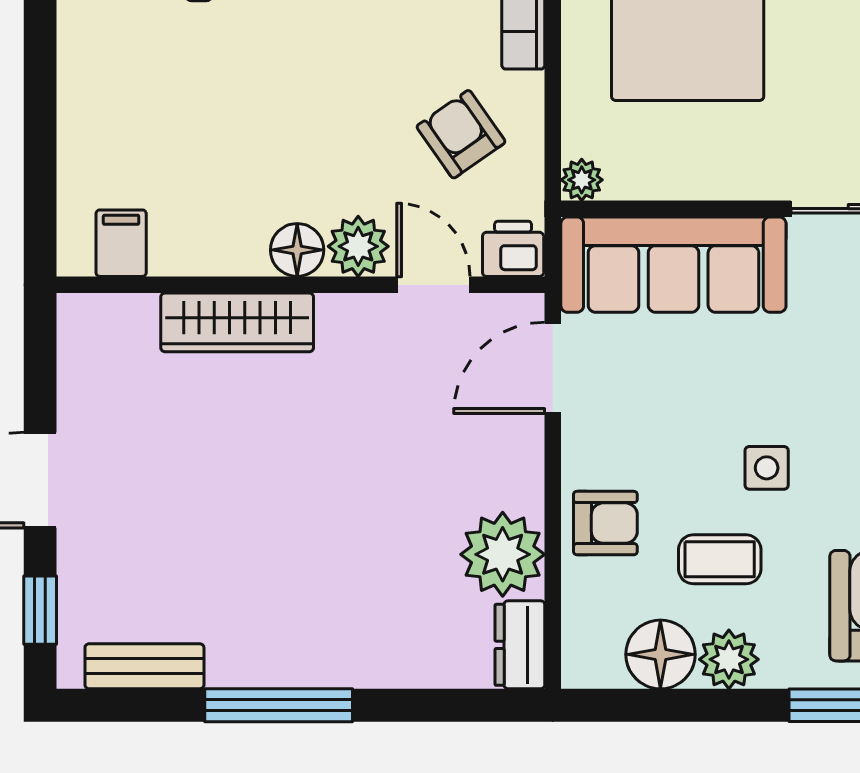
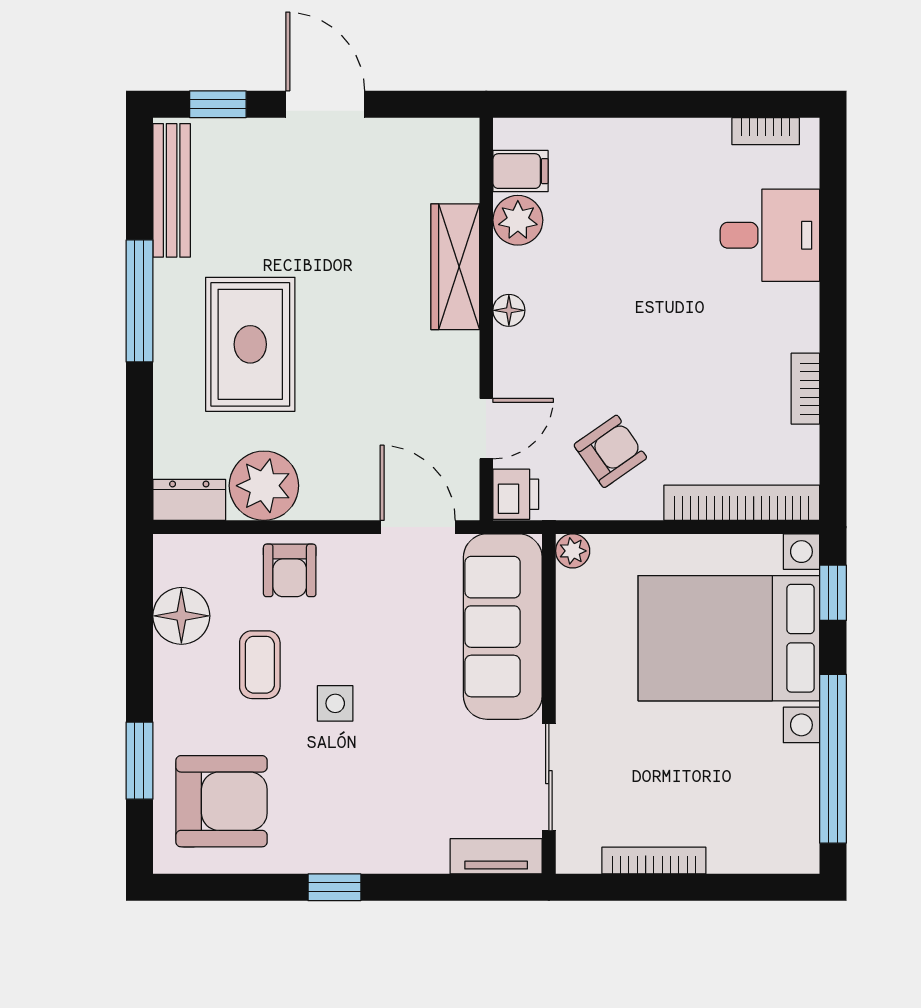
plant: (358, 246) -> (518, 220), moved
floor lamp: (297, 250) -> (509, 310), width x0.73, depth x0.73
rug: (331, 571) -> (250, 344), added
plant: (729, 659) -> (177, 672), removed
bench: (144, 666) -> (172, 190), width x1.36

